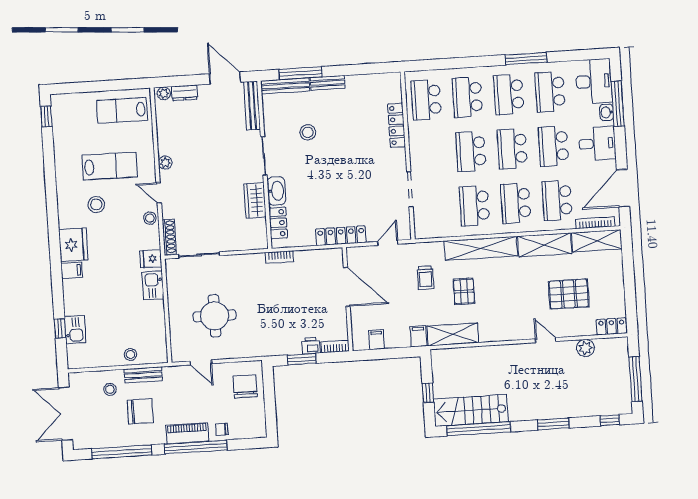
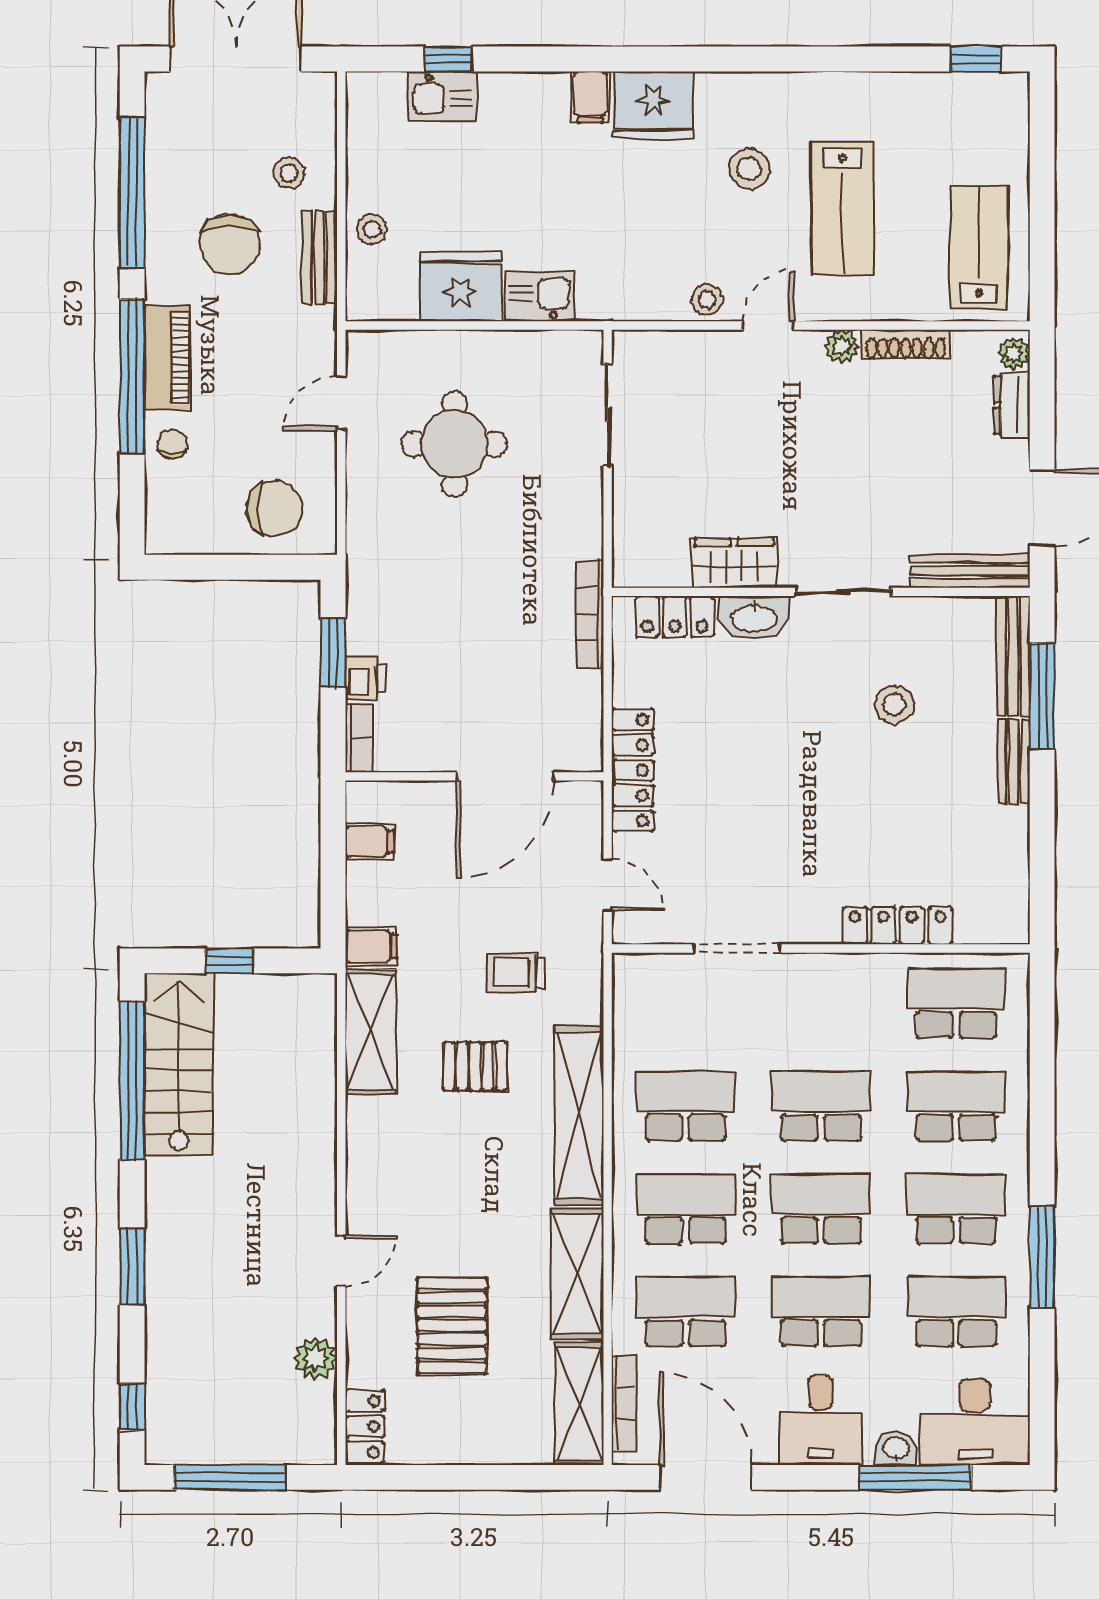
shoe rack: (169, 237) -> (906, 344), moved
bookcase: (279, 257) -> (590, 614), width x1.56
fridge: (151, 259) -> (460, 286), moved, width x1.88, depth x1.34

